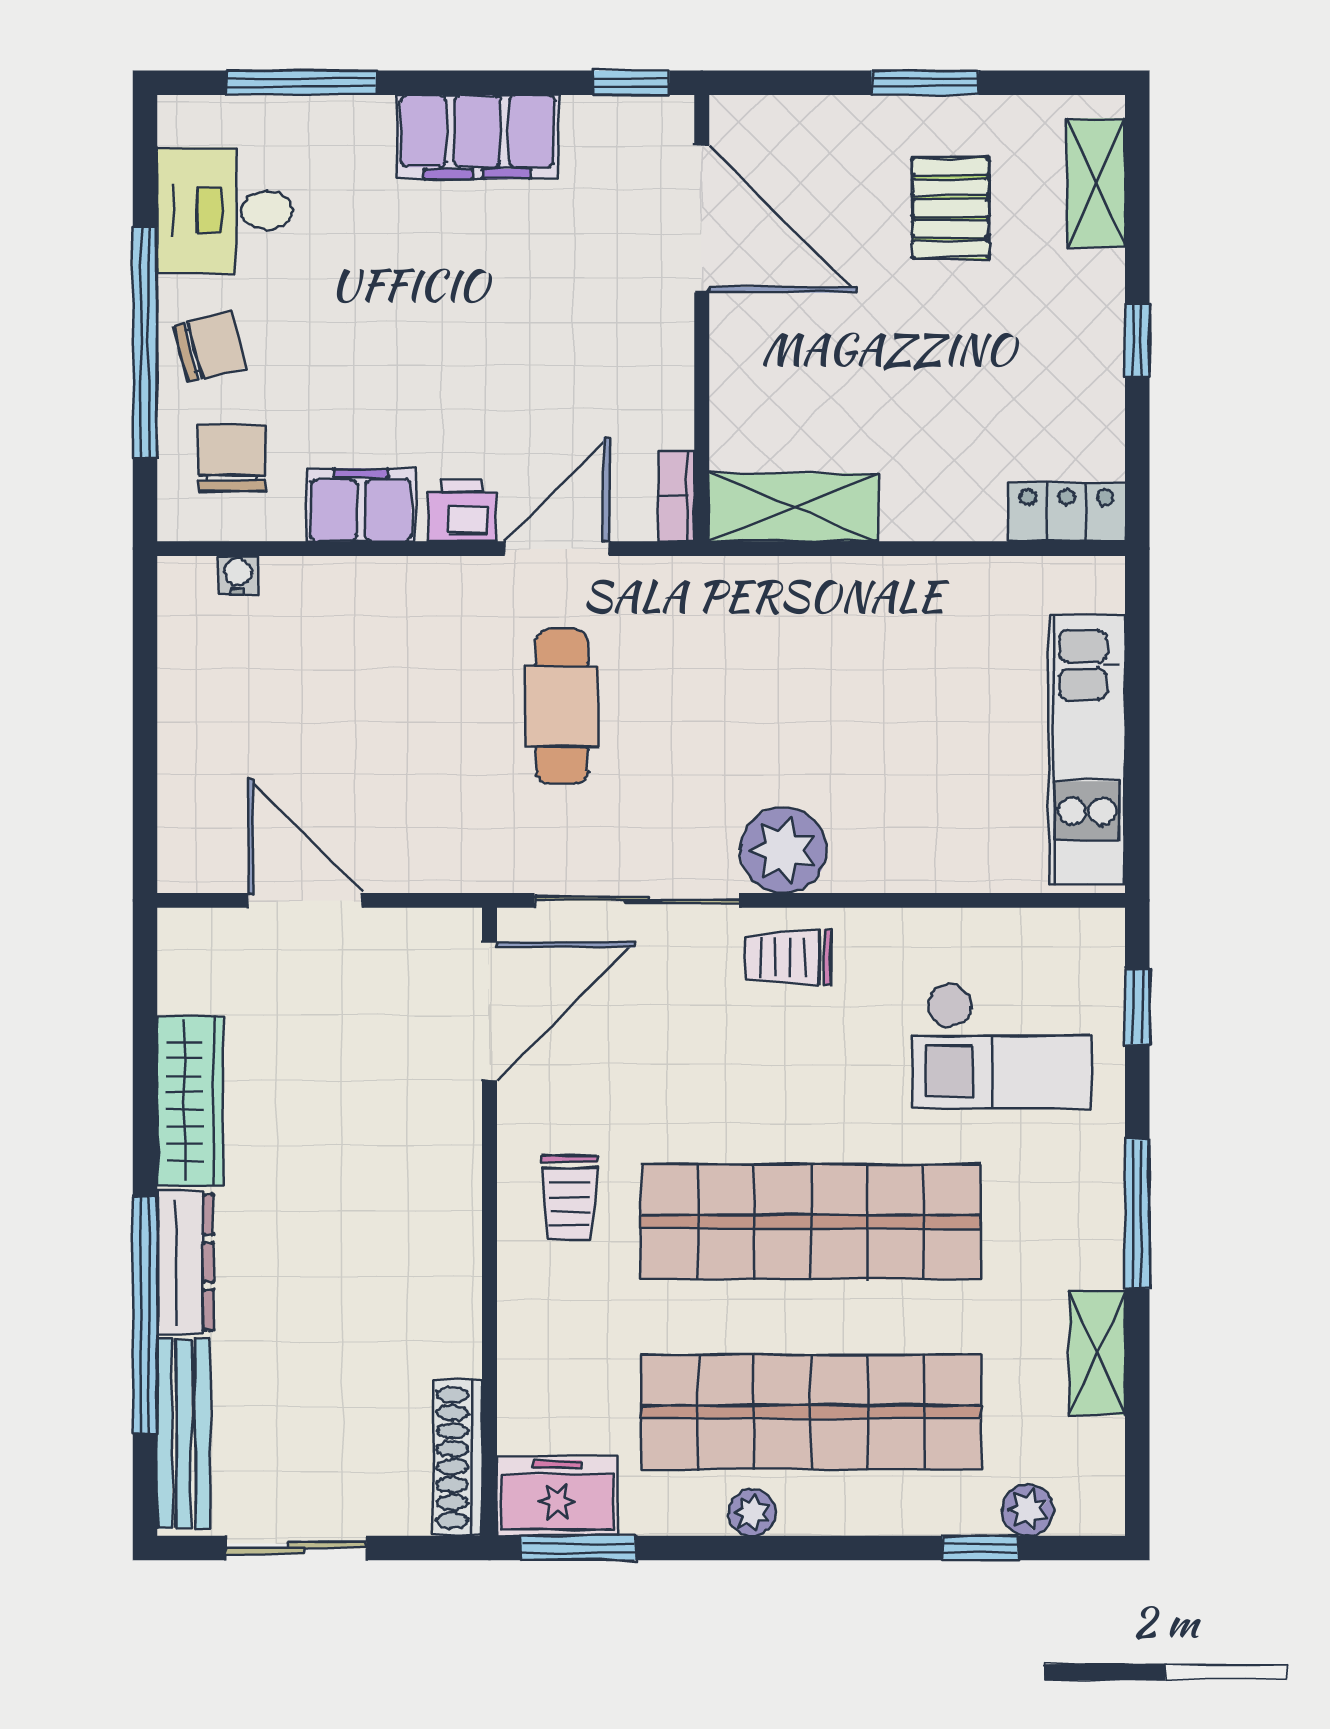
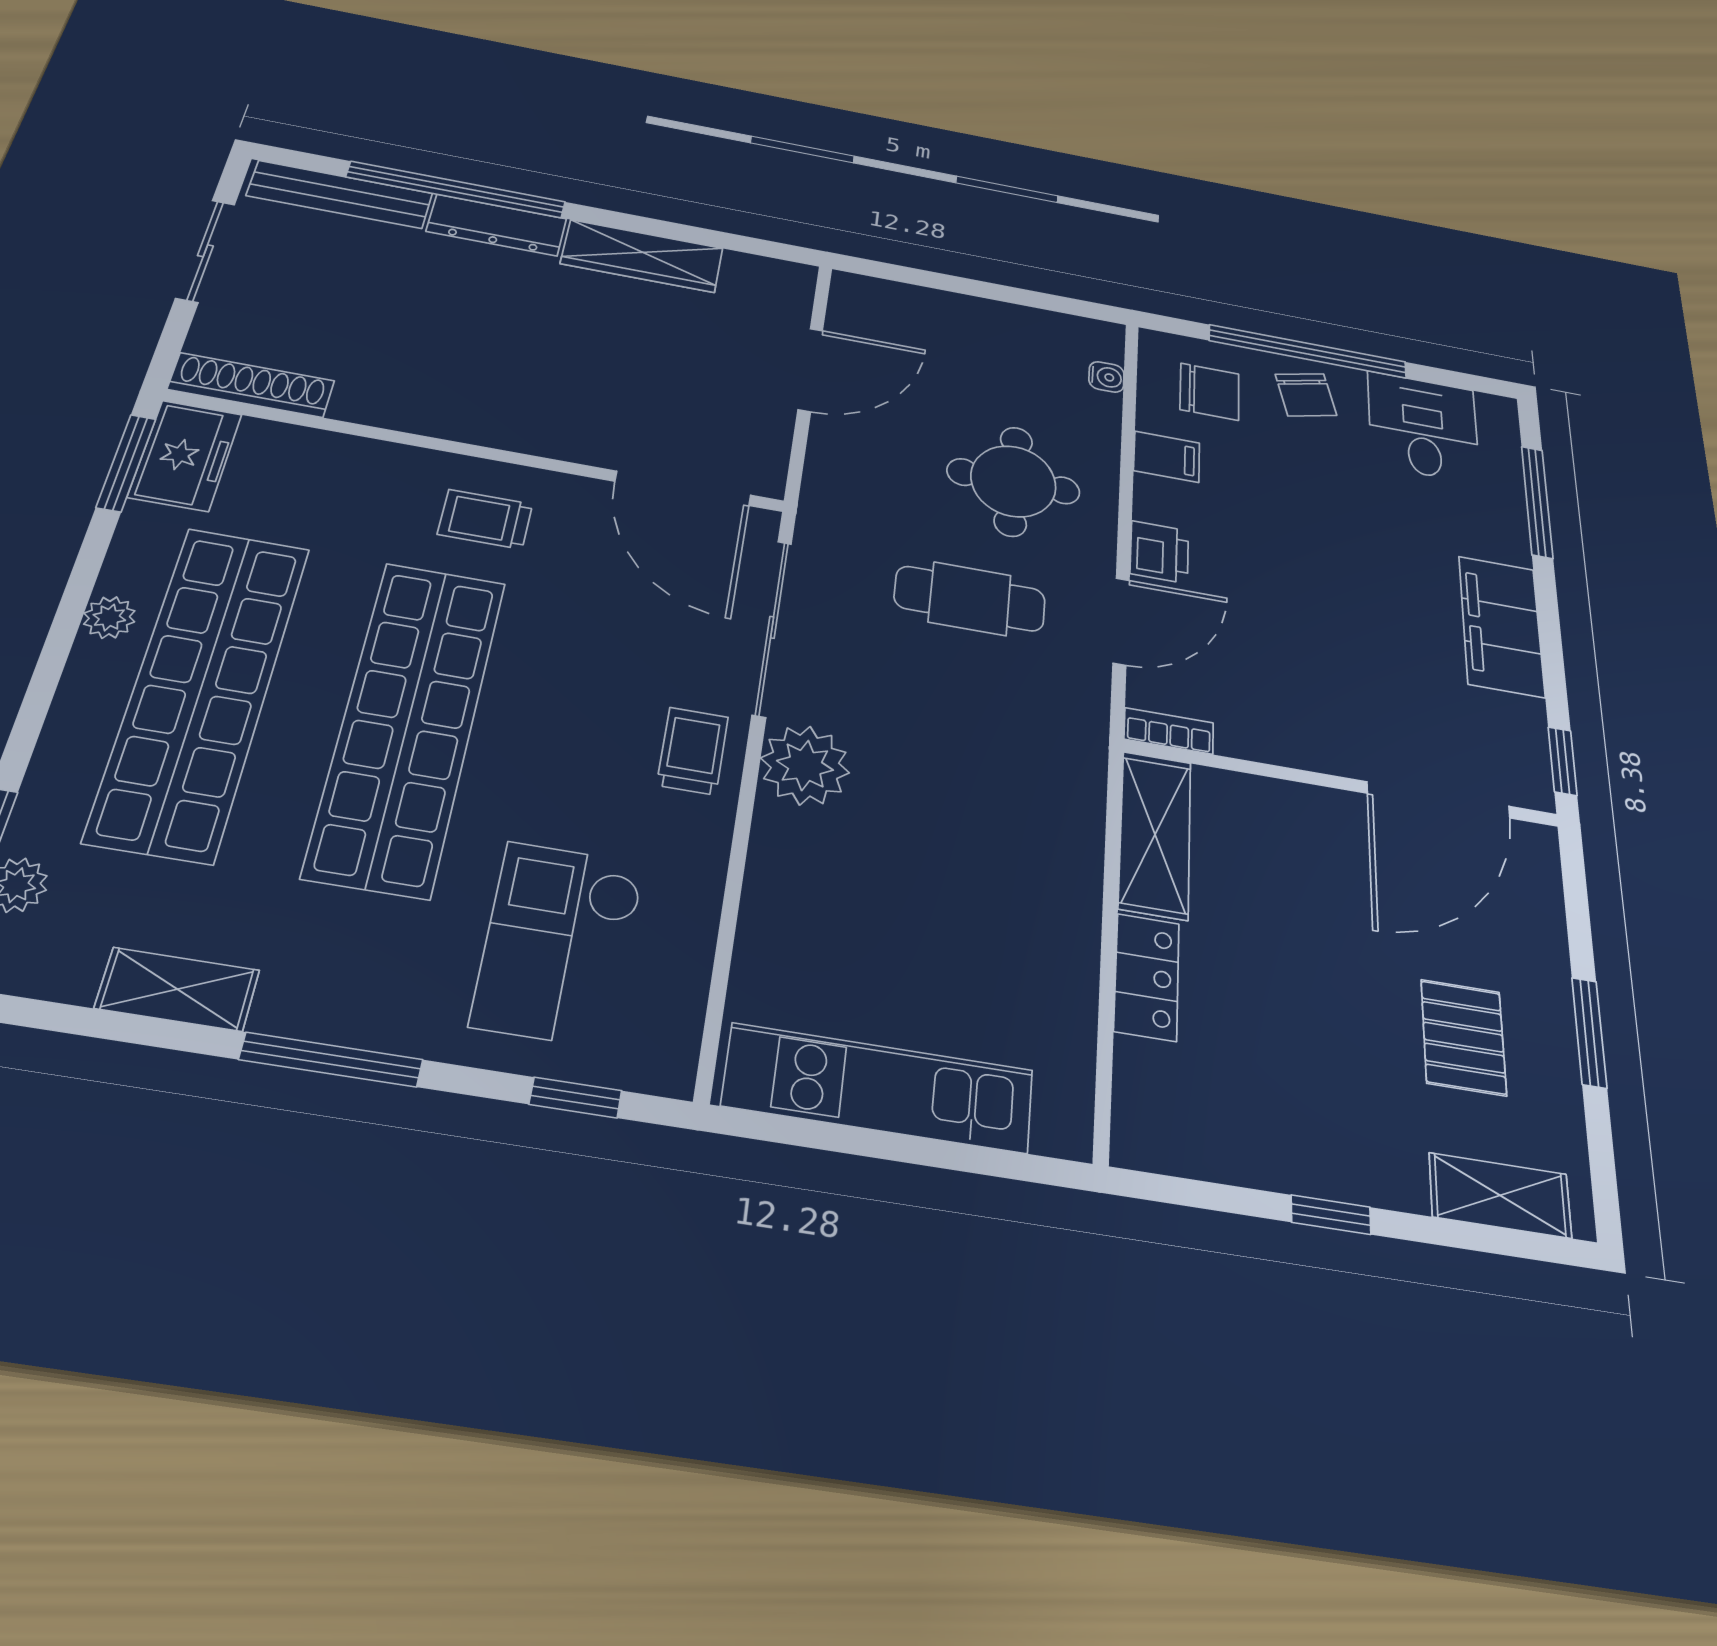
pallet: (951, 208) -> (1463, 1037), turned 90
filing cabinet: (361, 505) -> (1167, 457), width x0.50
locker: (1067, 512) -> (1147, 977), moved
door: (557, 549) -> (1121, 621), hinge flipped
round table: (404, 671) -> (1013, 481), added

